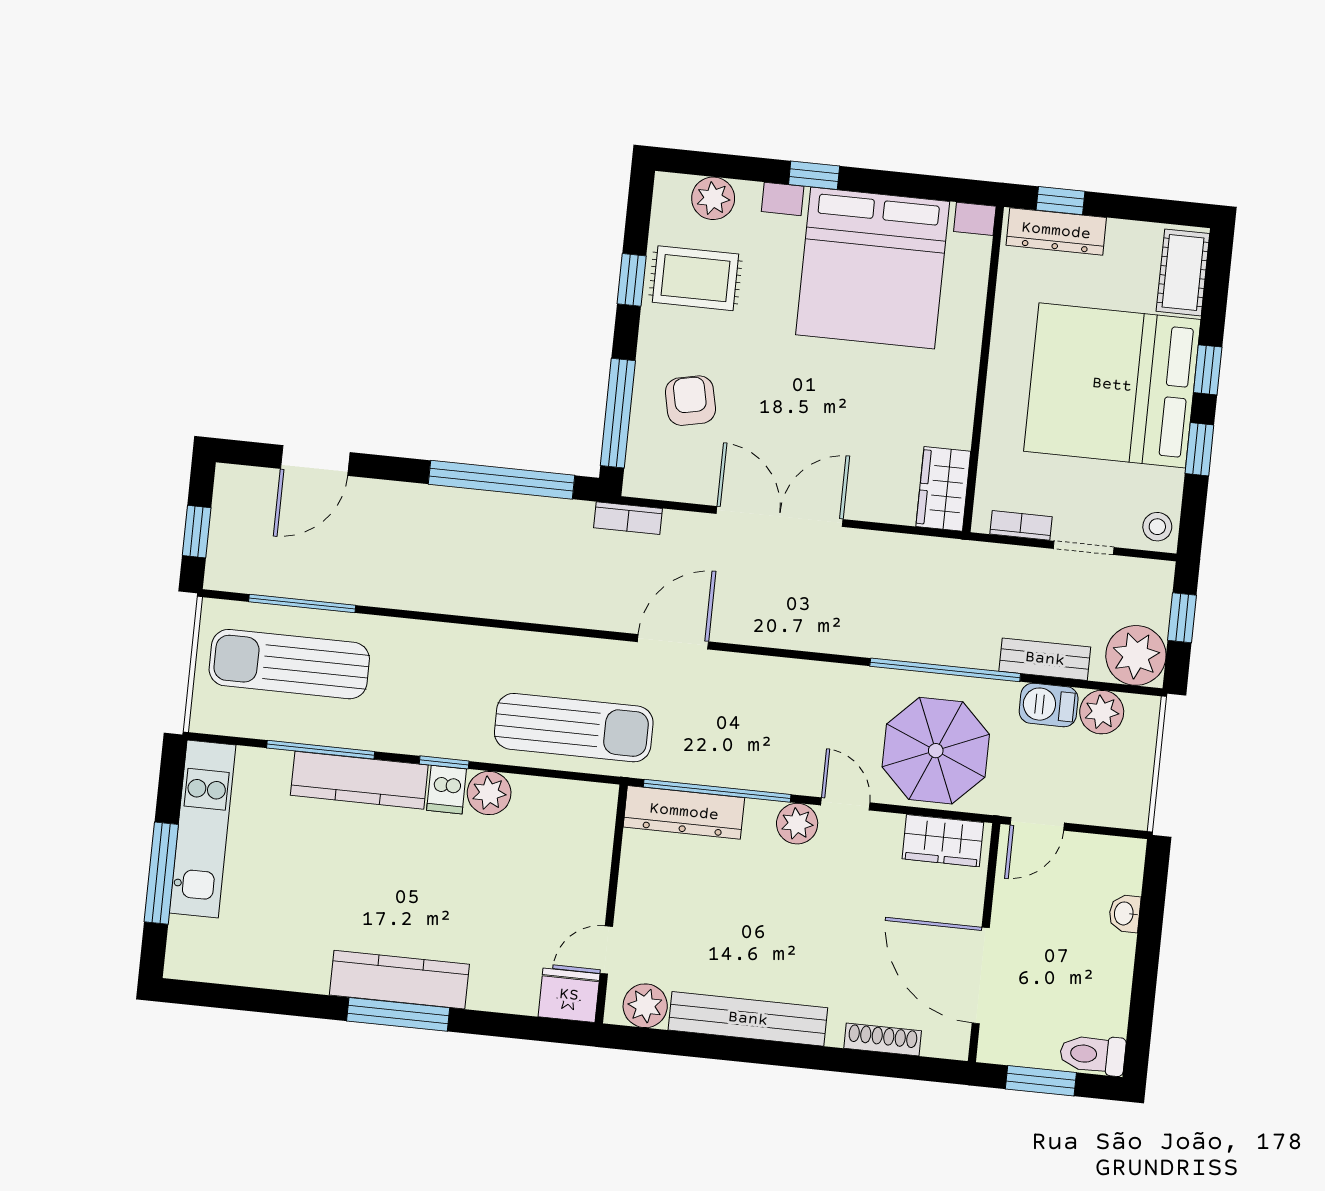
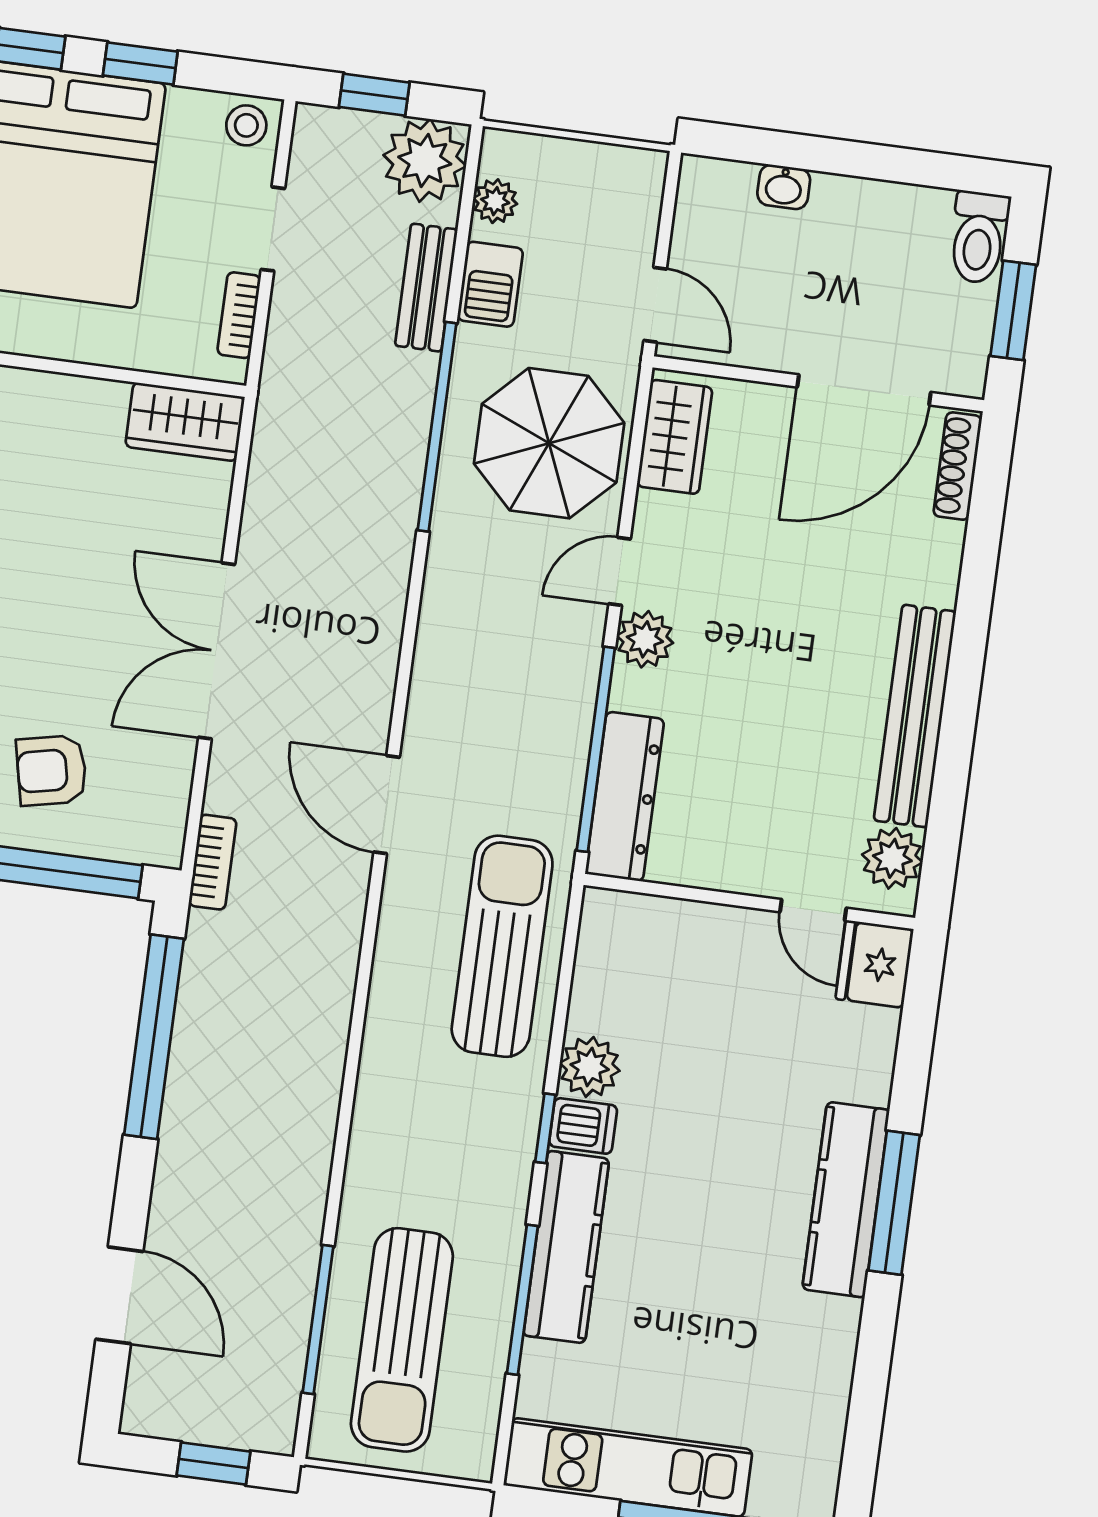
plant: (1102, 712) -> (495, 201), width x0.73, depth x0.73
shoe rack: (883, 1039) -> (958, 466), moved

